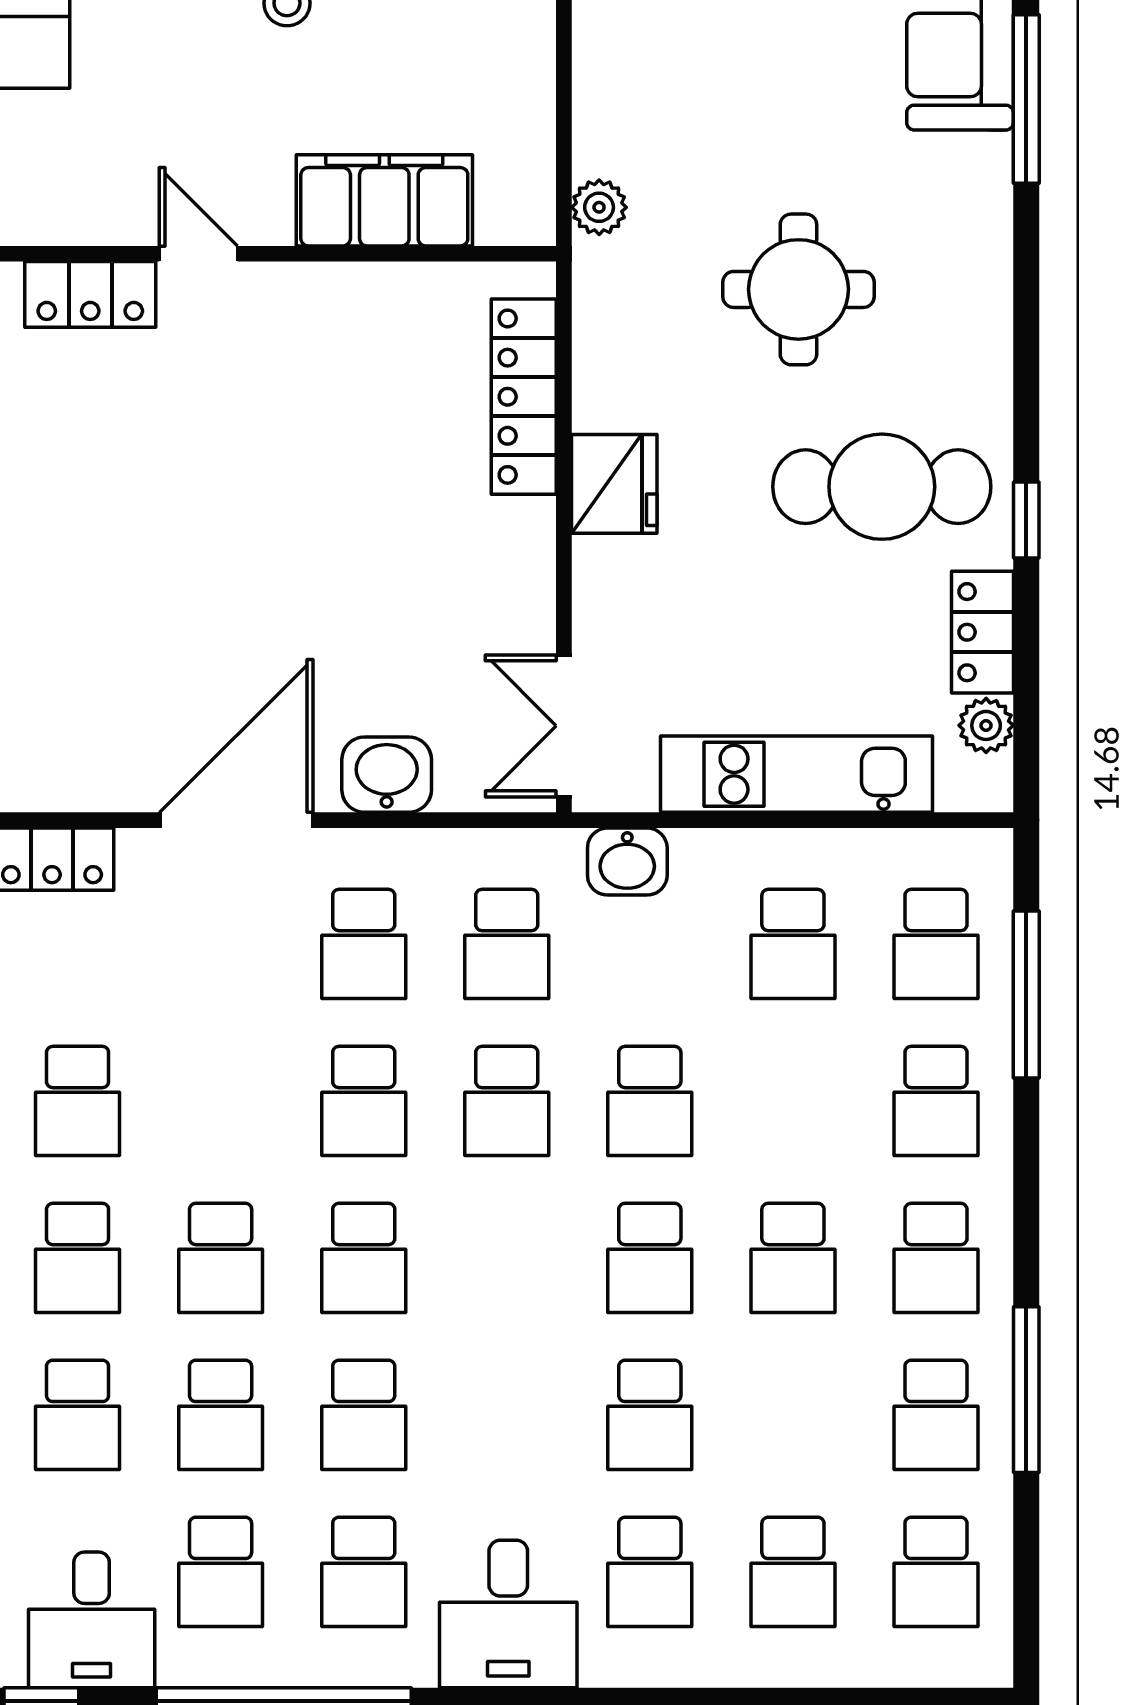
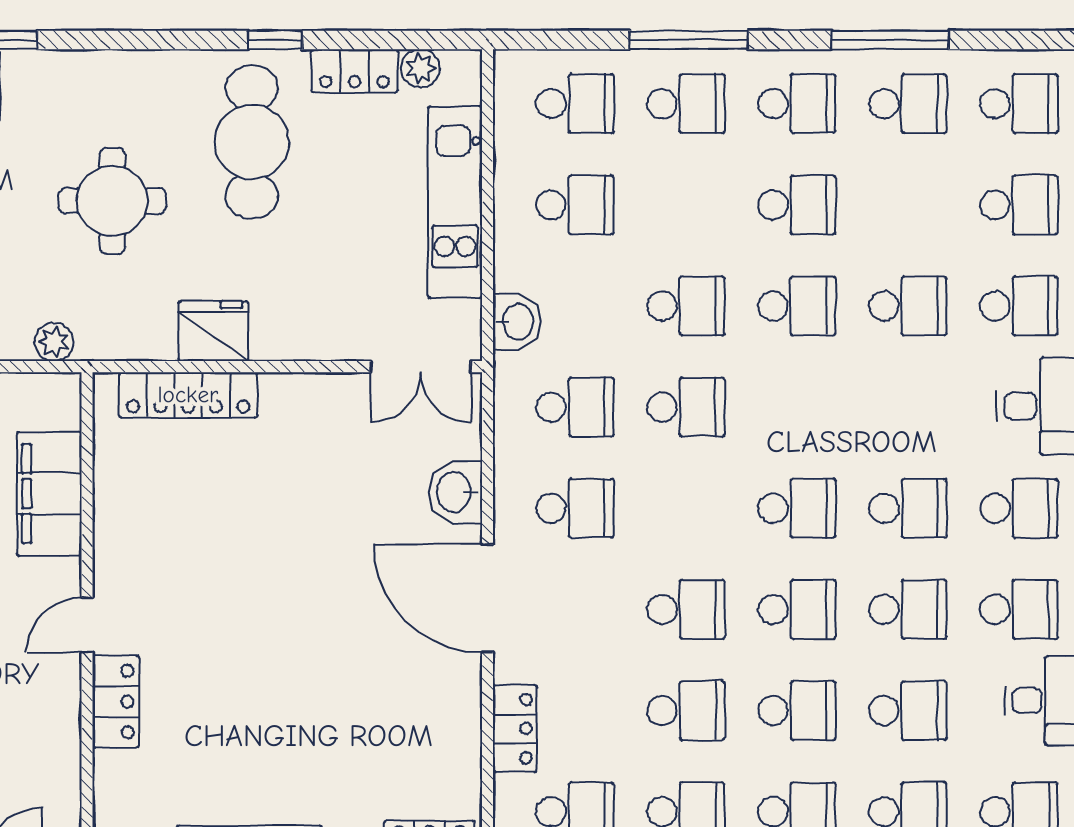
fridge: (614, 484) -> (213, 331), moved
window: (1026, 995) -> (688, 40), moved
school desk: (364, 1101) -> (686, 609), moved

